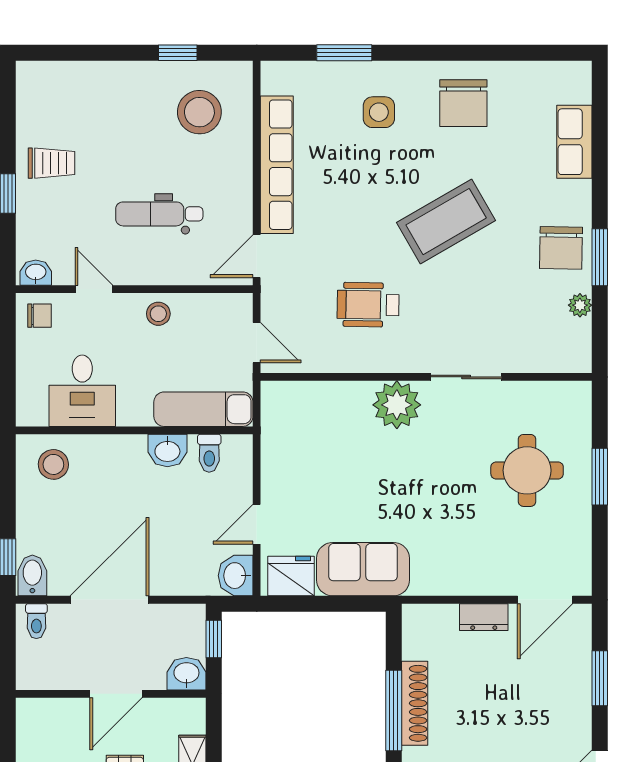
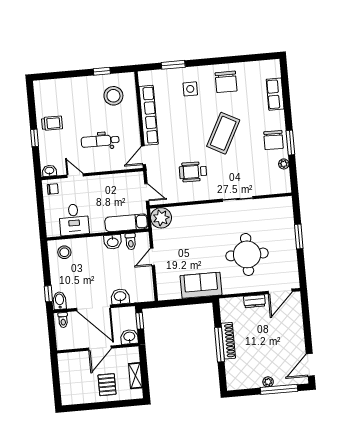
coffee table: (446, 222) -> (223, 133), turned -32
stool: (158, 314) -> (104, 184), removed
plant: (397, 405) -> (161, 218), moved
round table: (527, 470) -> (247, 254), moved, width x1.36, depth x1.36
door: (257, 524) -> (153, 257), moved
washbasin: (236, 576) -> (120, 297), moved, turned 90
fridge: (291, 576) -> (170, 291), removed
door: (110, 600) -> (94, 308), swing flipped
window: (600, 678) -> (306, 323), removed

